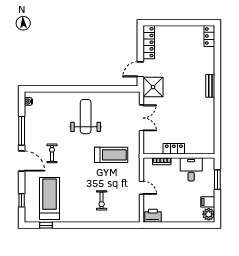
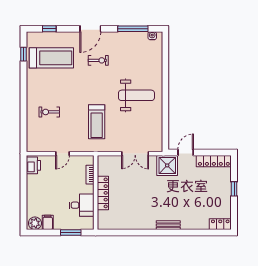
window: (176, 23) -> (234, 189), added
door: (140, 69) -> (186, 152), hinge flipped
window: (22, 131) -> (133, 29), moved
locker: (174, 149) -> (103, 193), width x1.53

